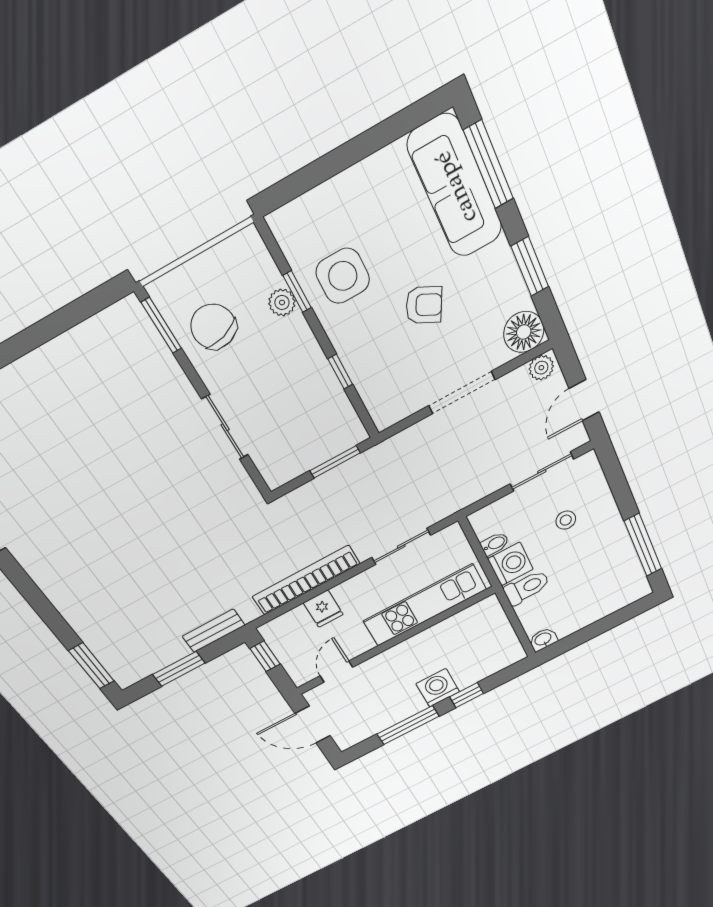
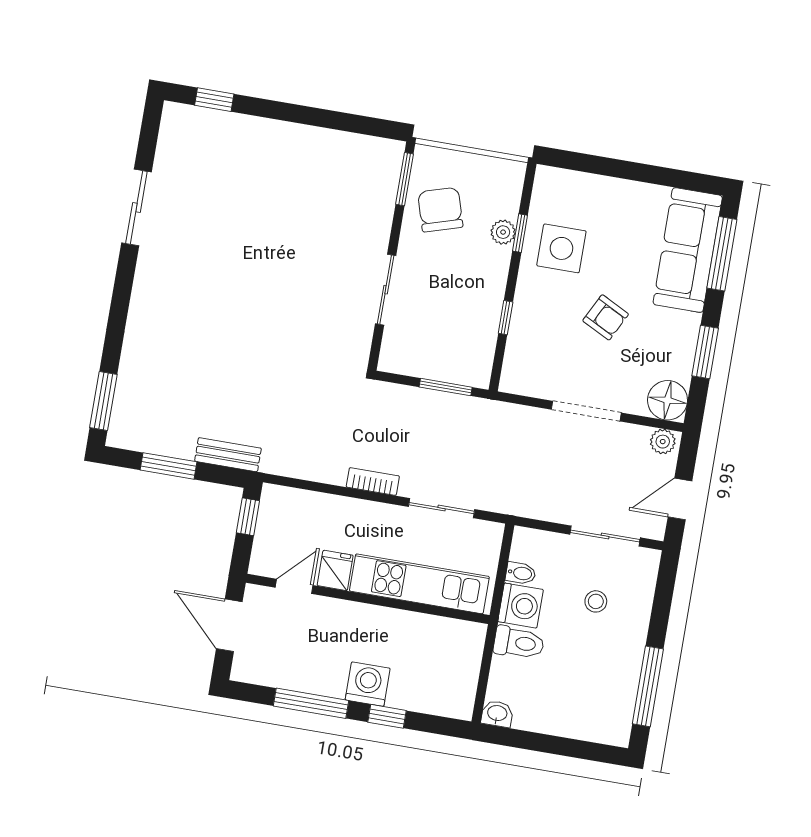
bookcase: (306, 580) -> (373, 482), width x0.43, depth x0.76
fridge: (323, 609) -> (335, 570), moved, turned 180

